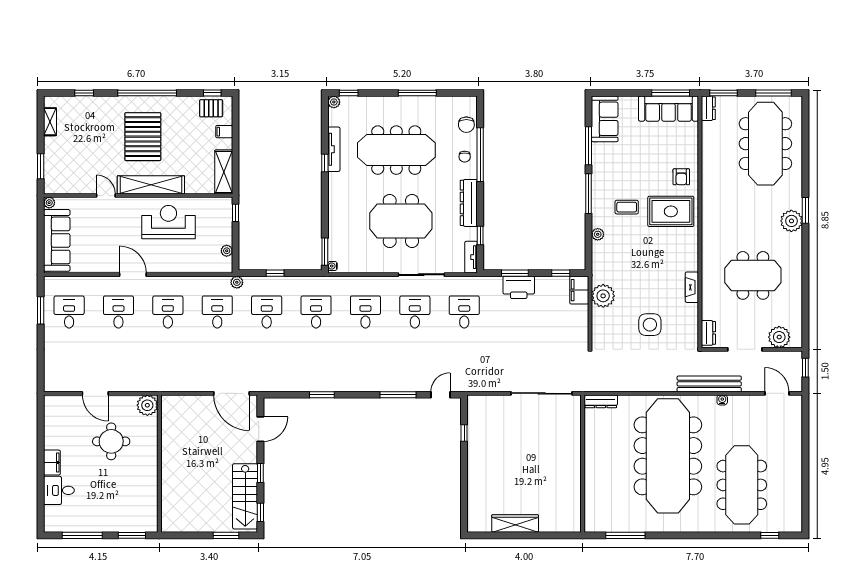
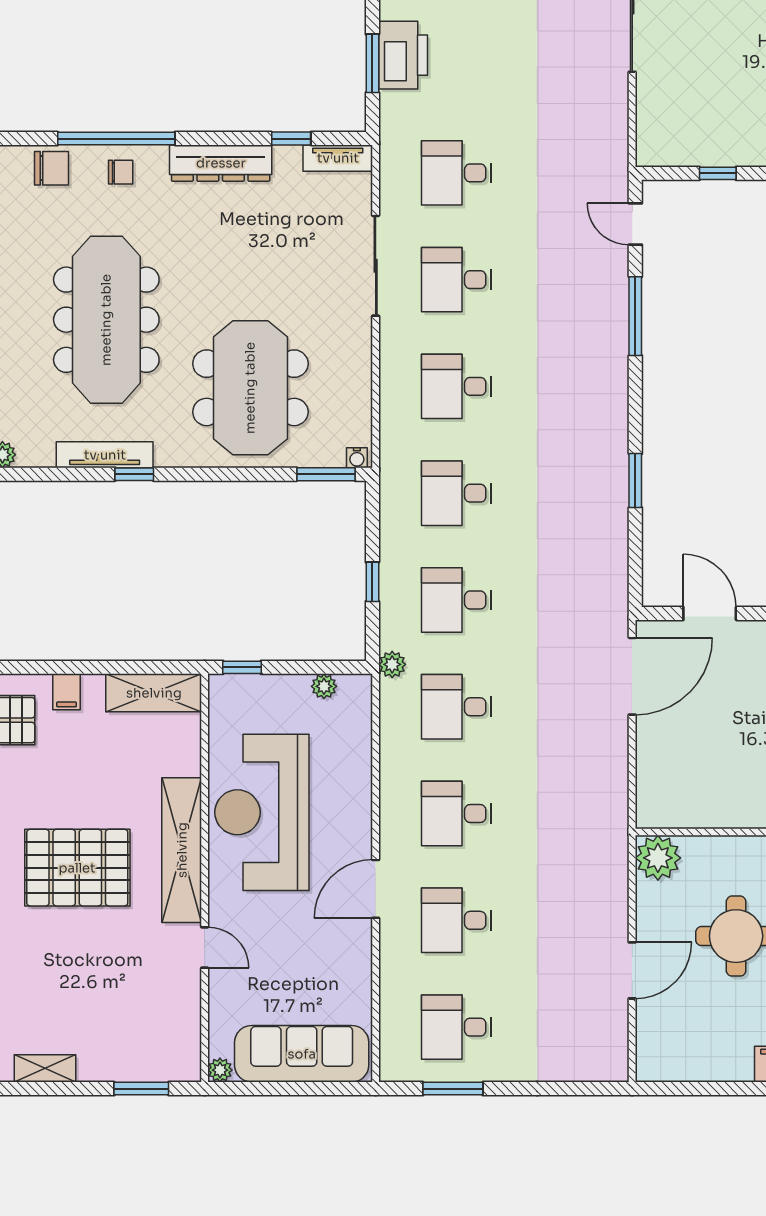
door: (106, 196) -> (205, 948), swing flipped
meeting table: (401, 221) -> (250, 388), moved
reception desk: (168, 222) -> (262, 812), width x1.36, depth x1.30

